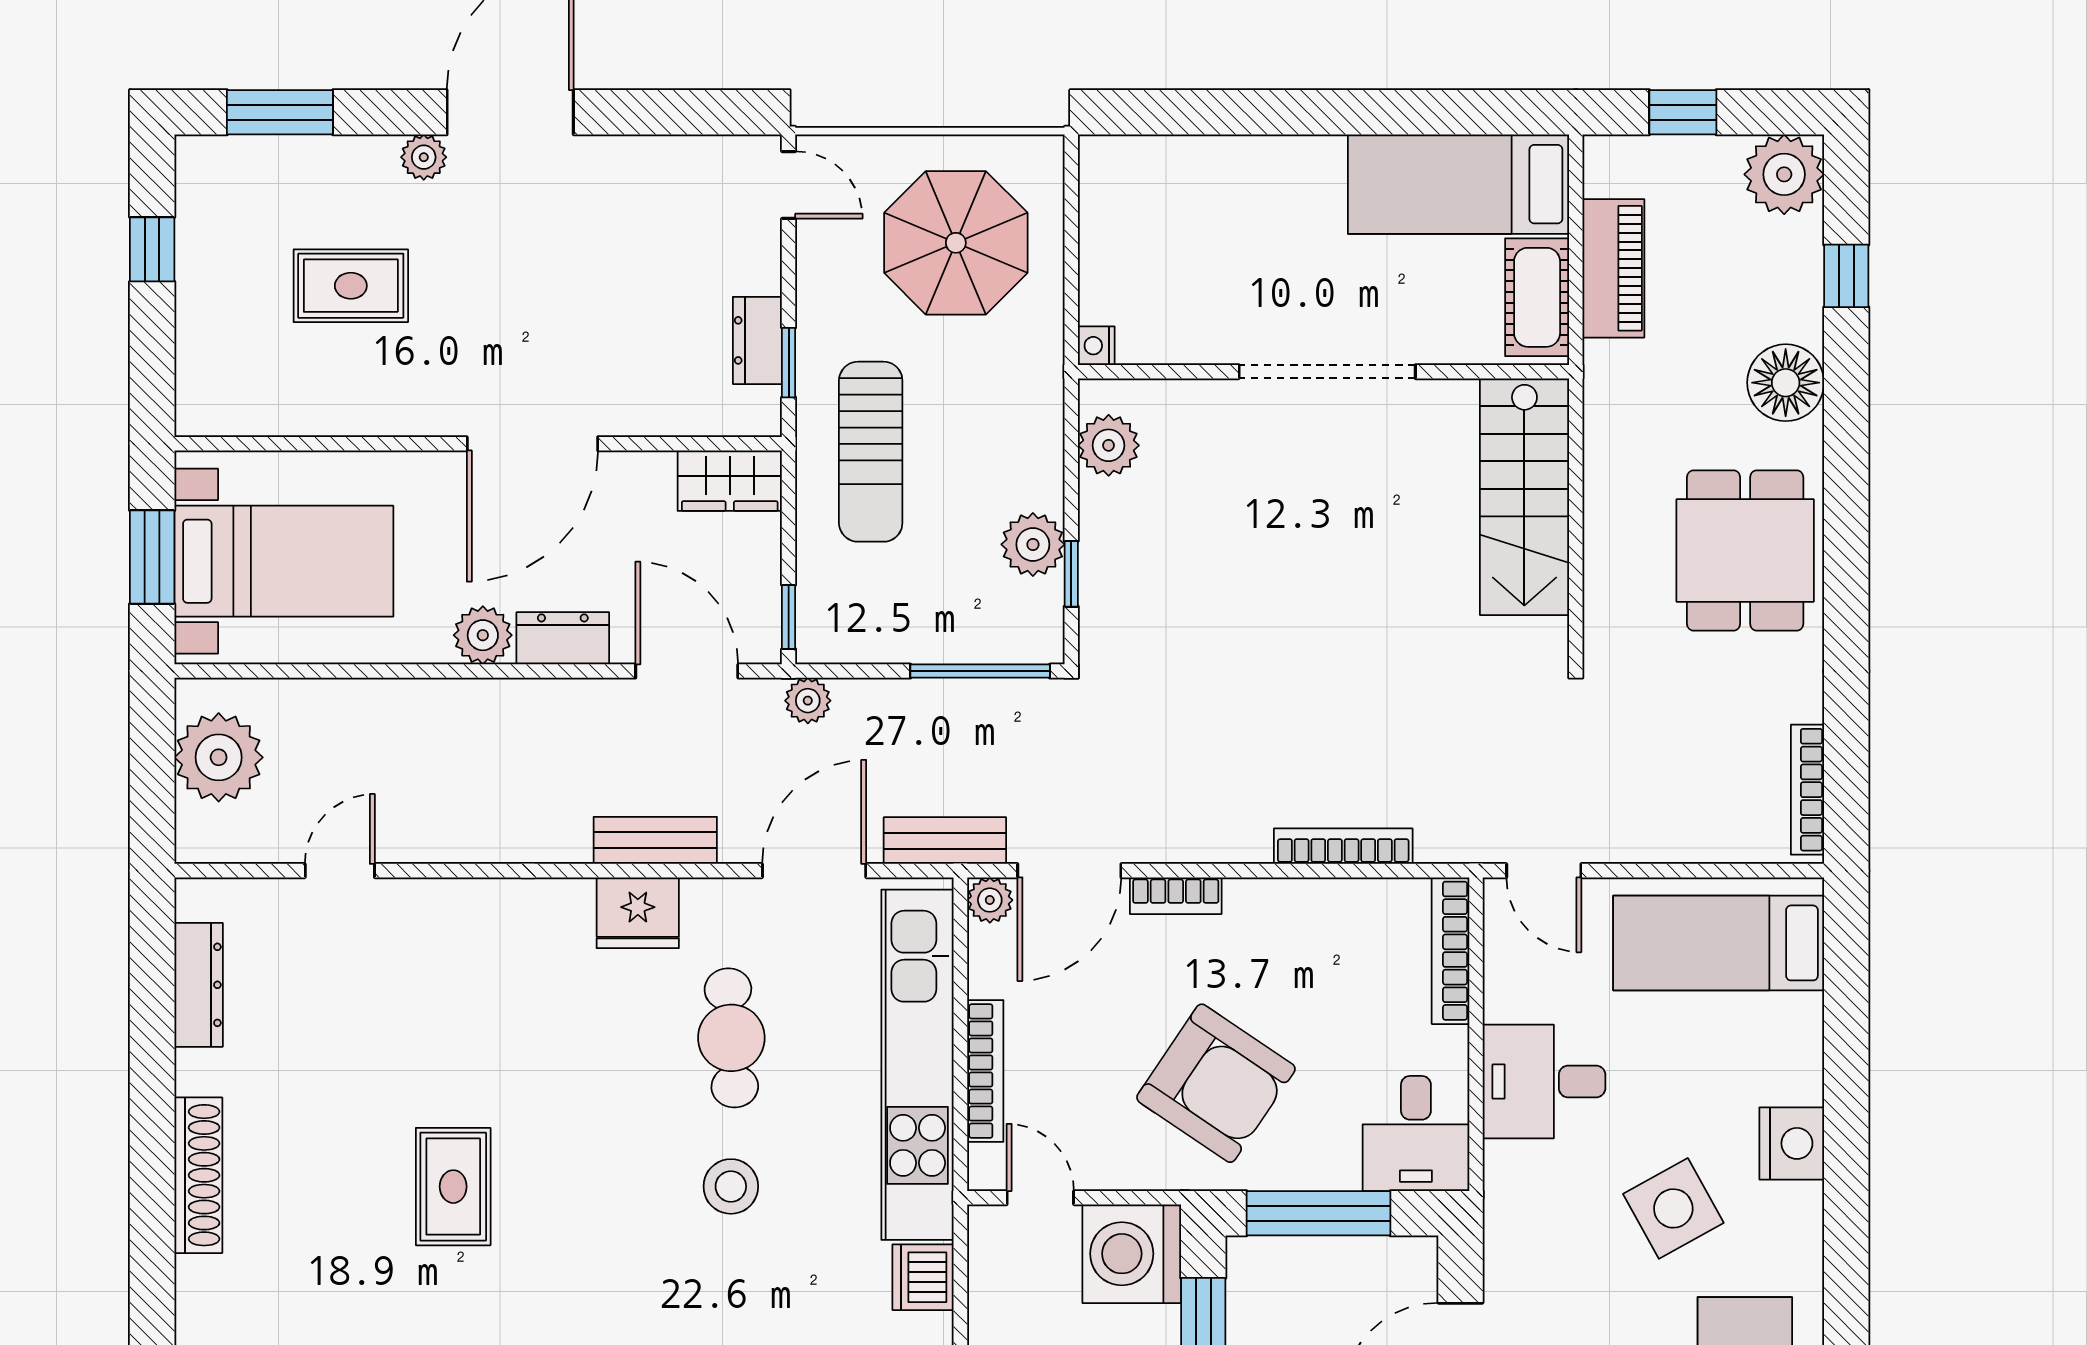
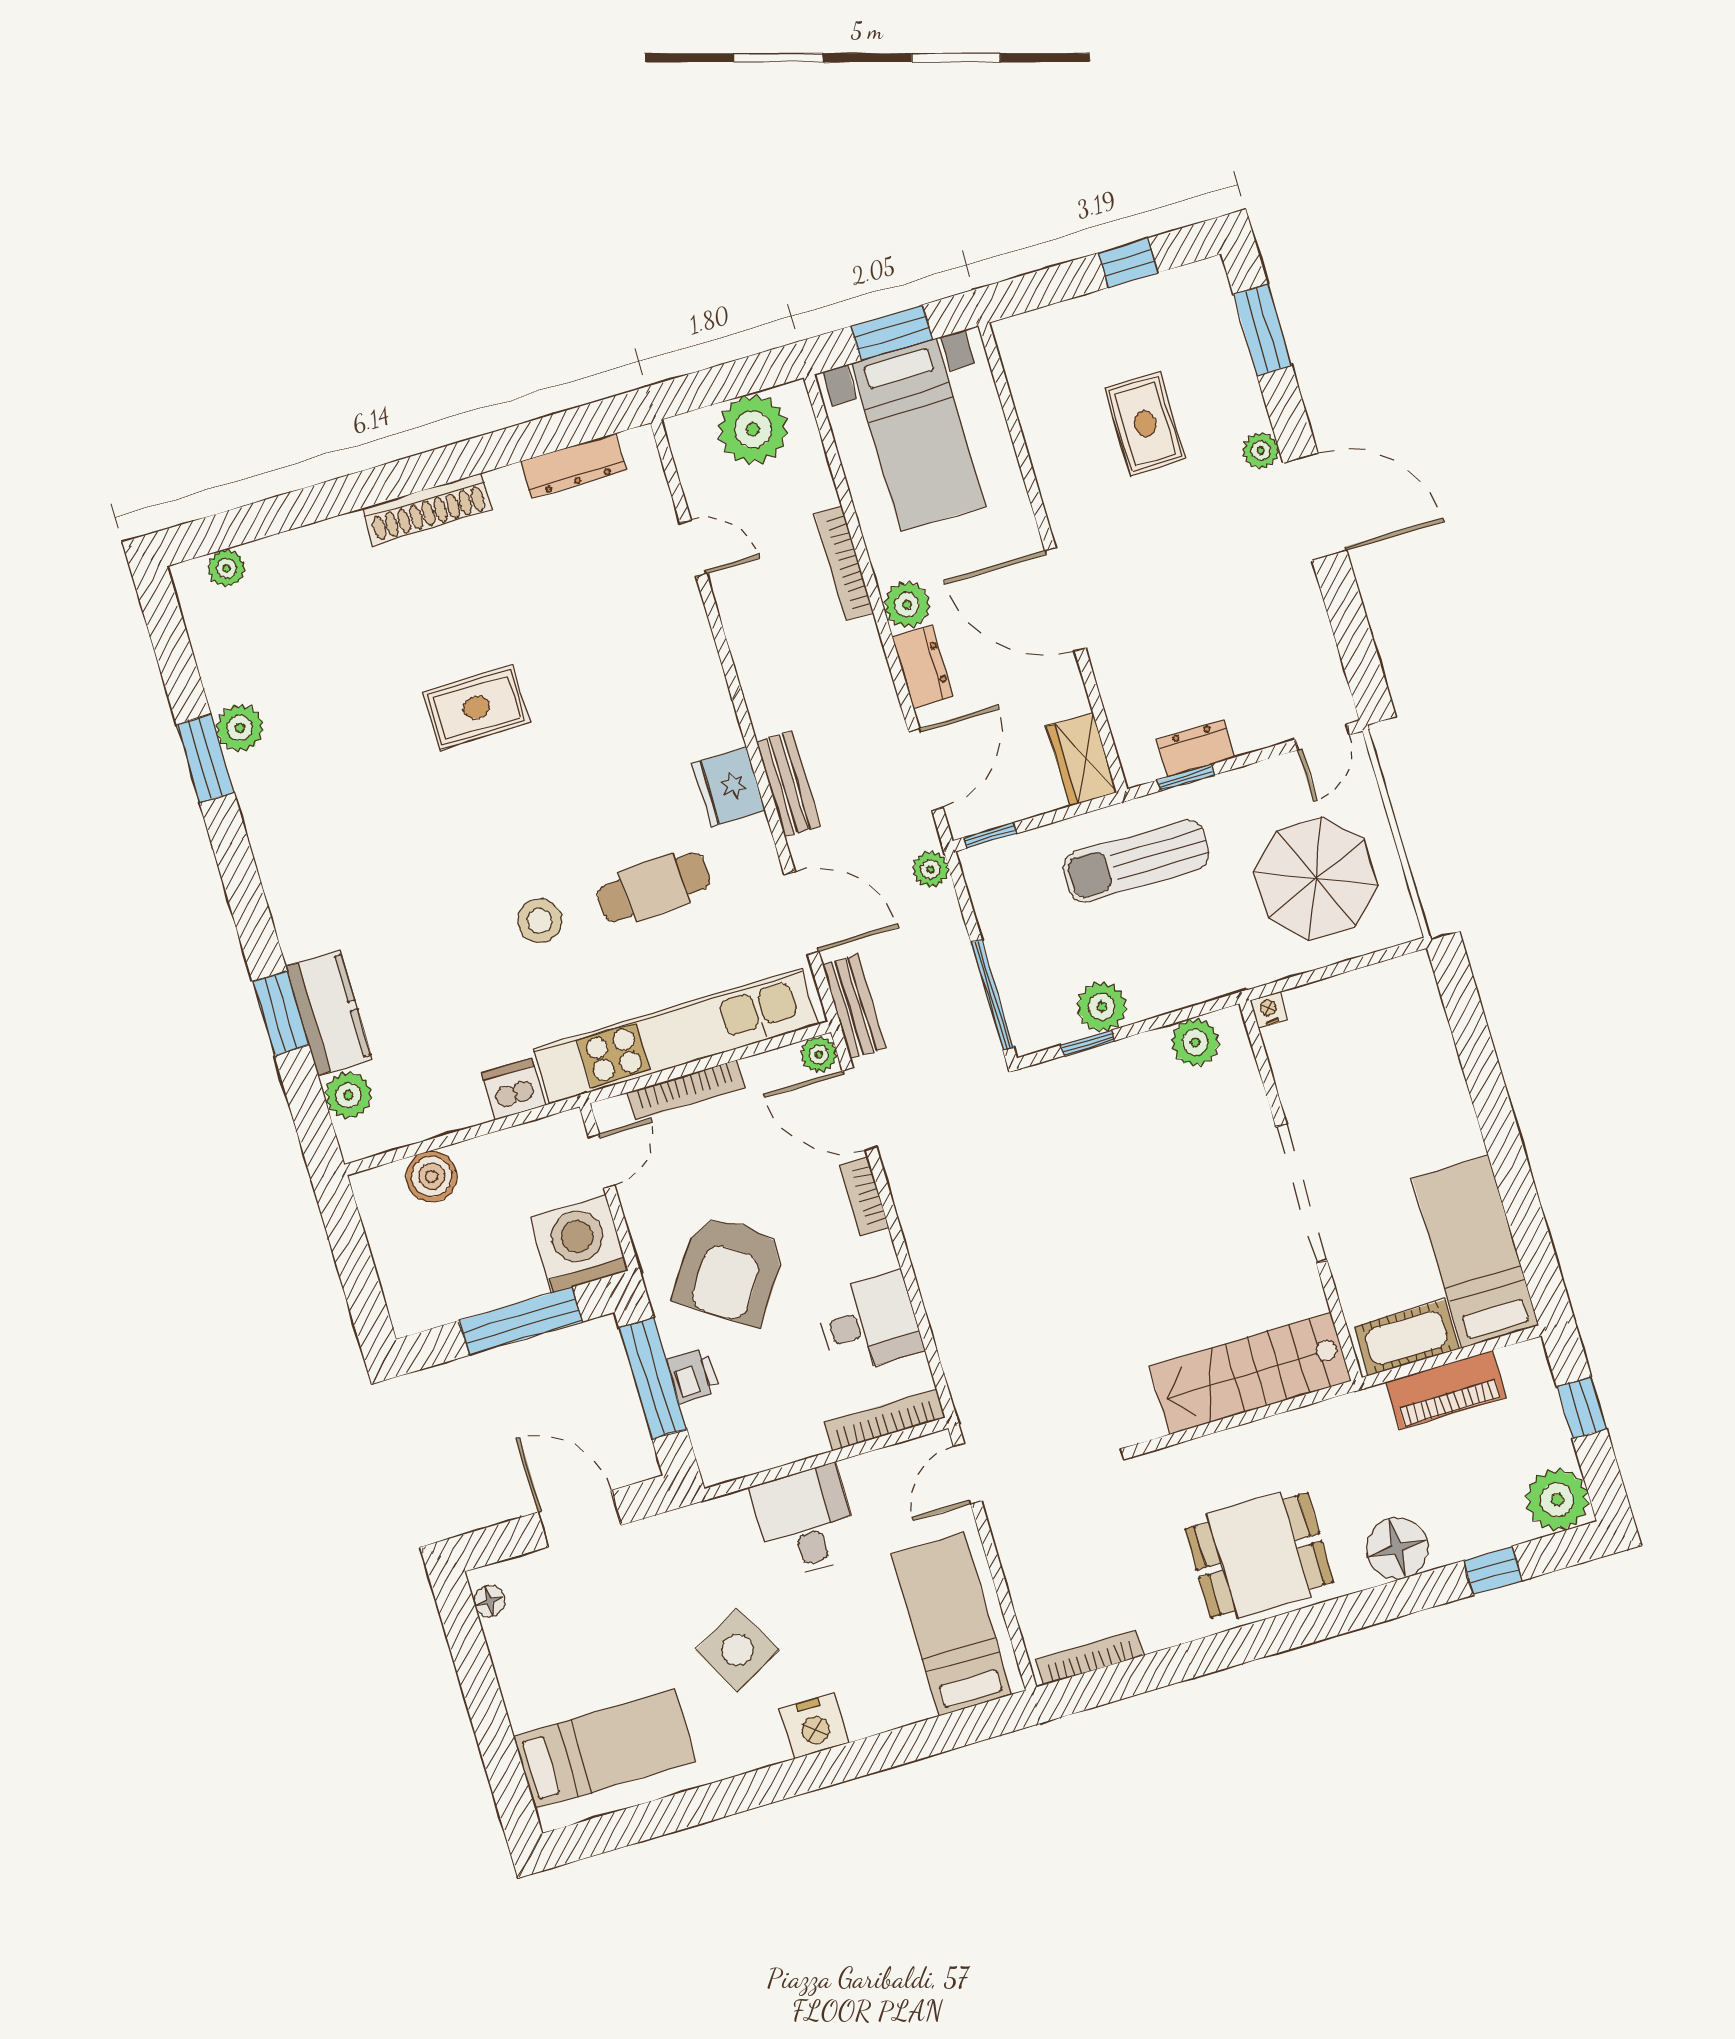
bookcase: (1343, 846) -> (844, 563), moved, turned 180
desk: (1416, 1133) -> (869, 1322), moved, turned 180
printer: (1329, 1165) -> (693, 1375), added

